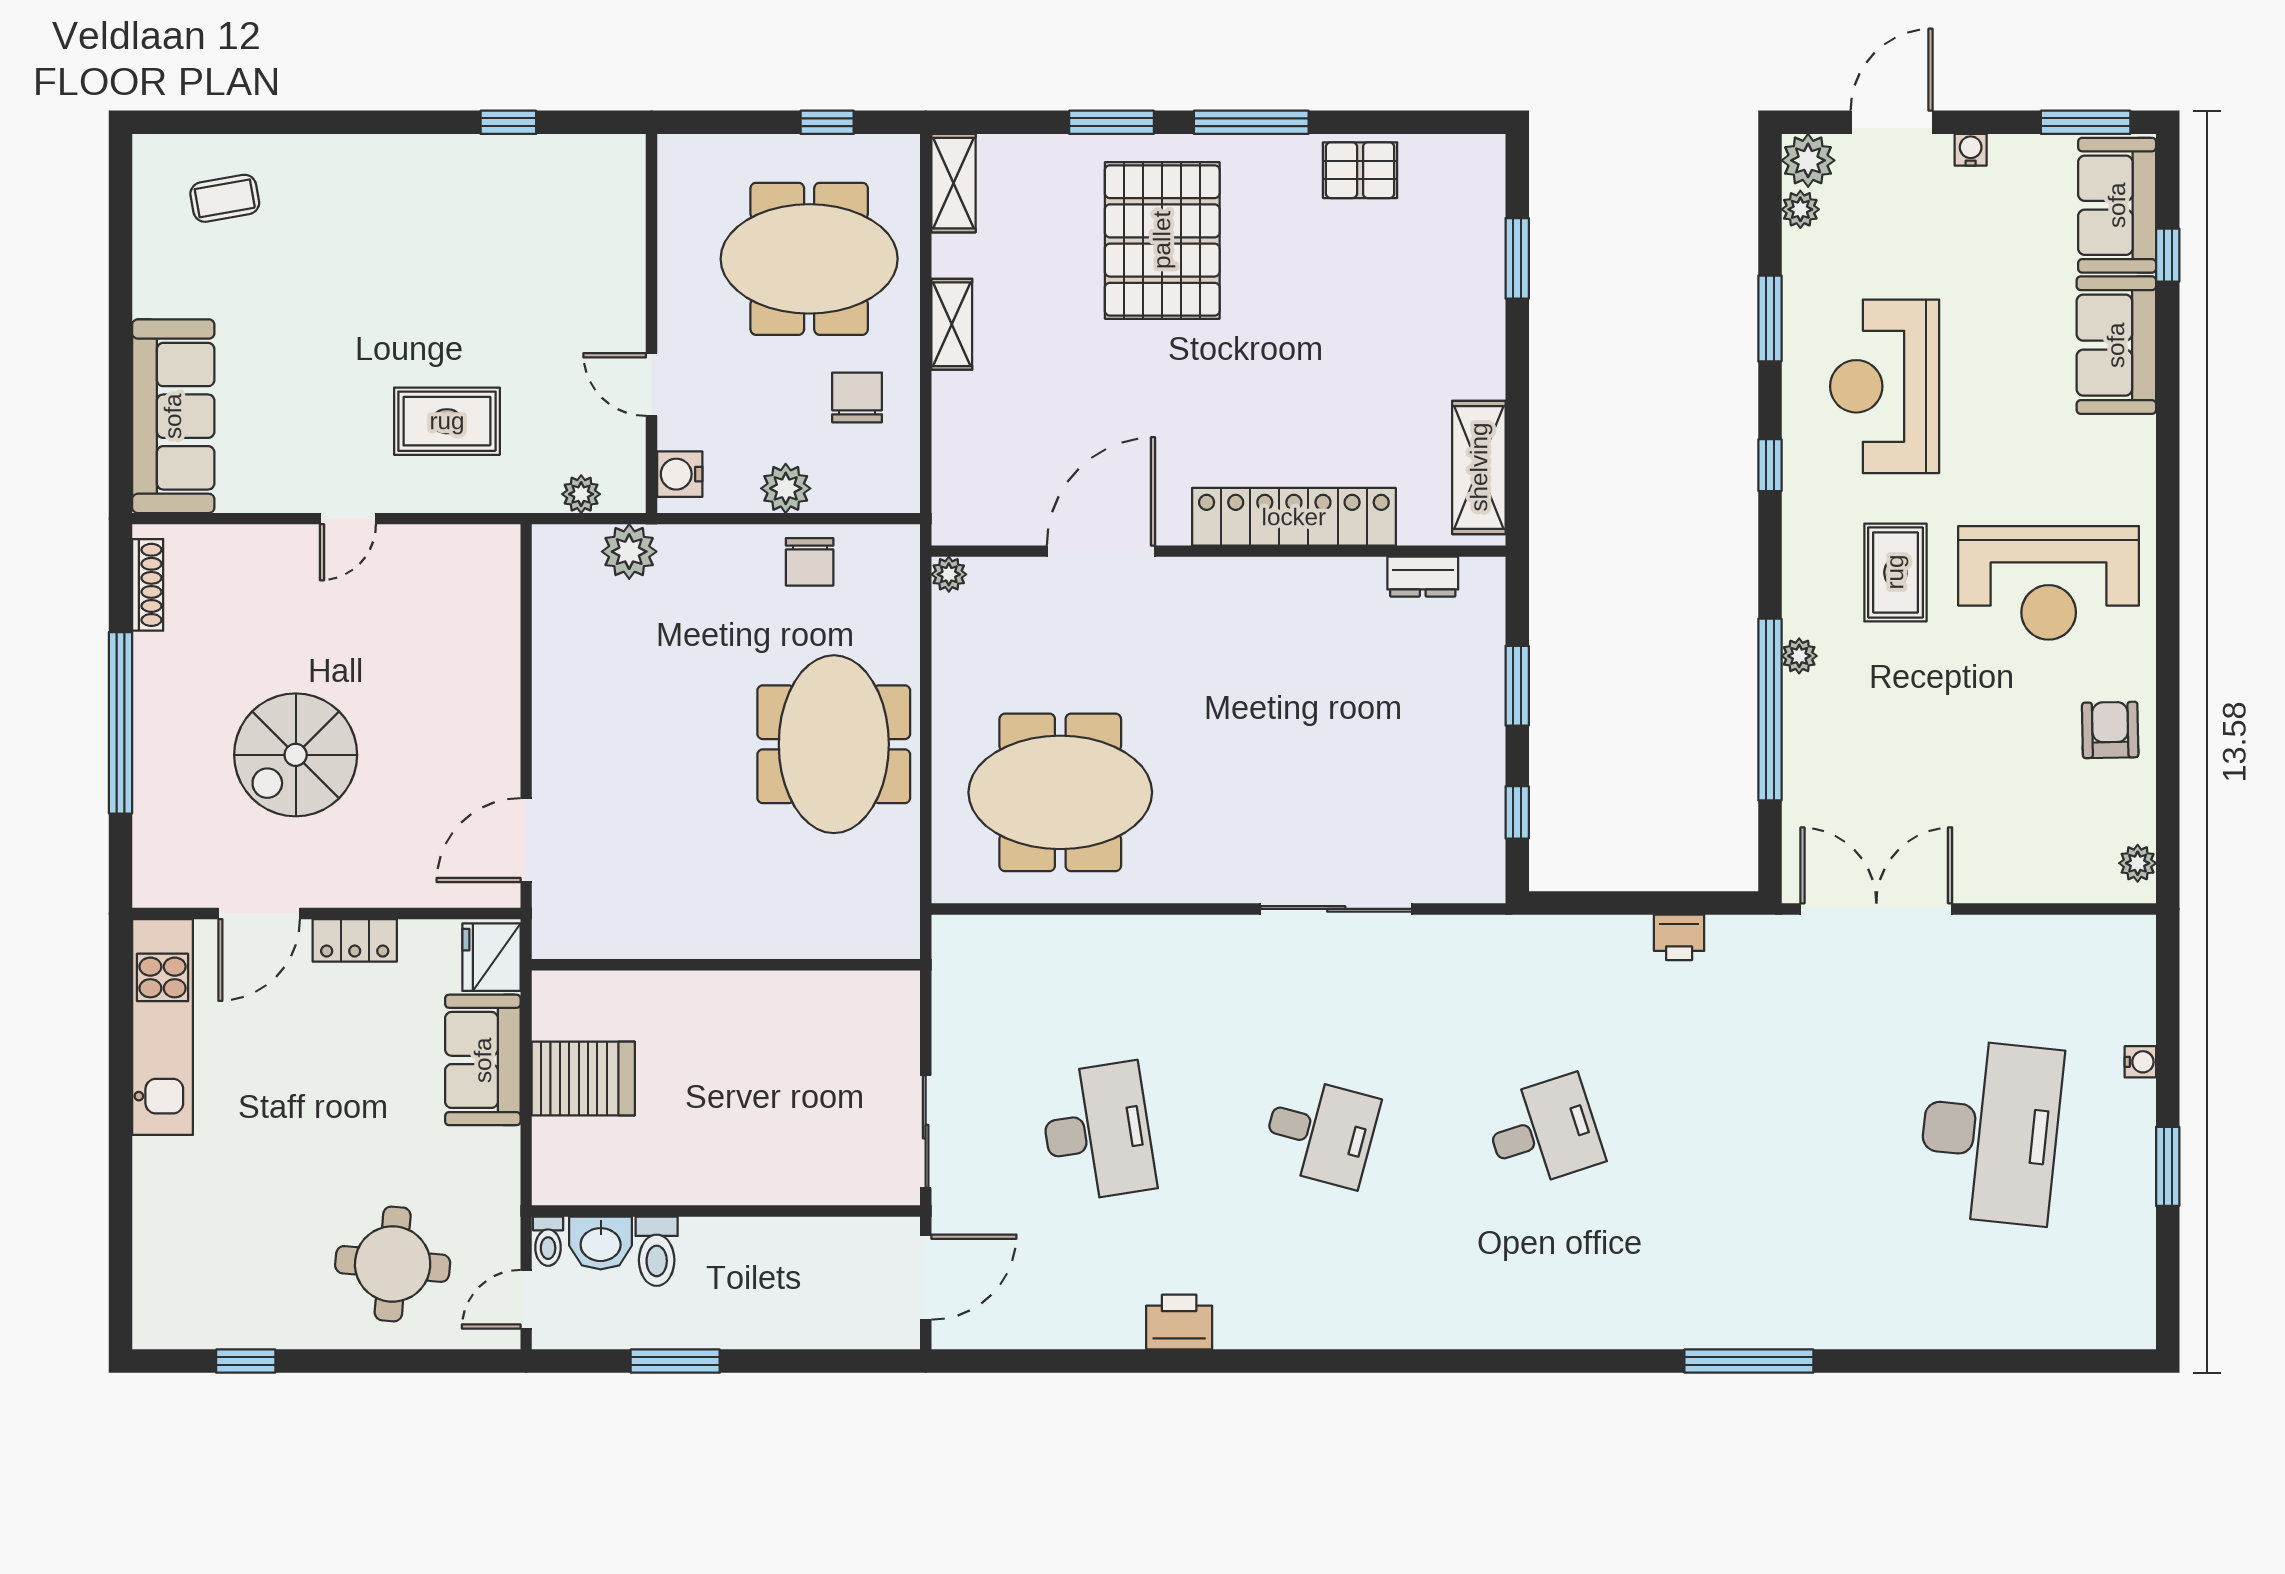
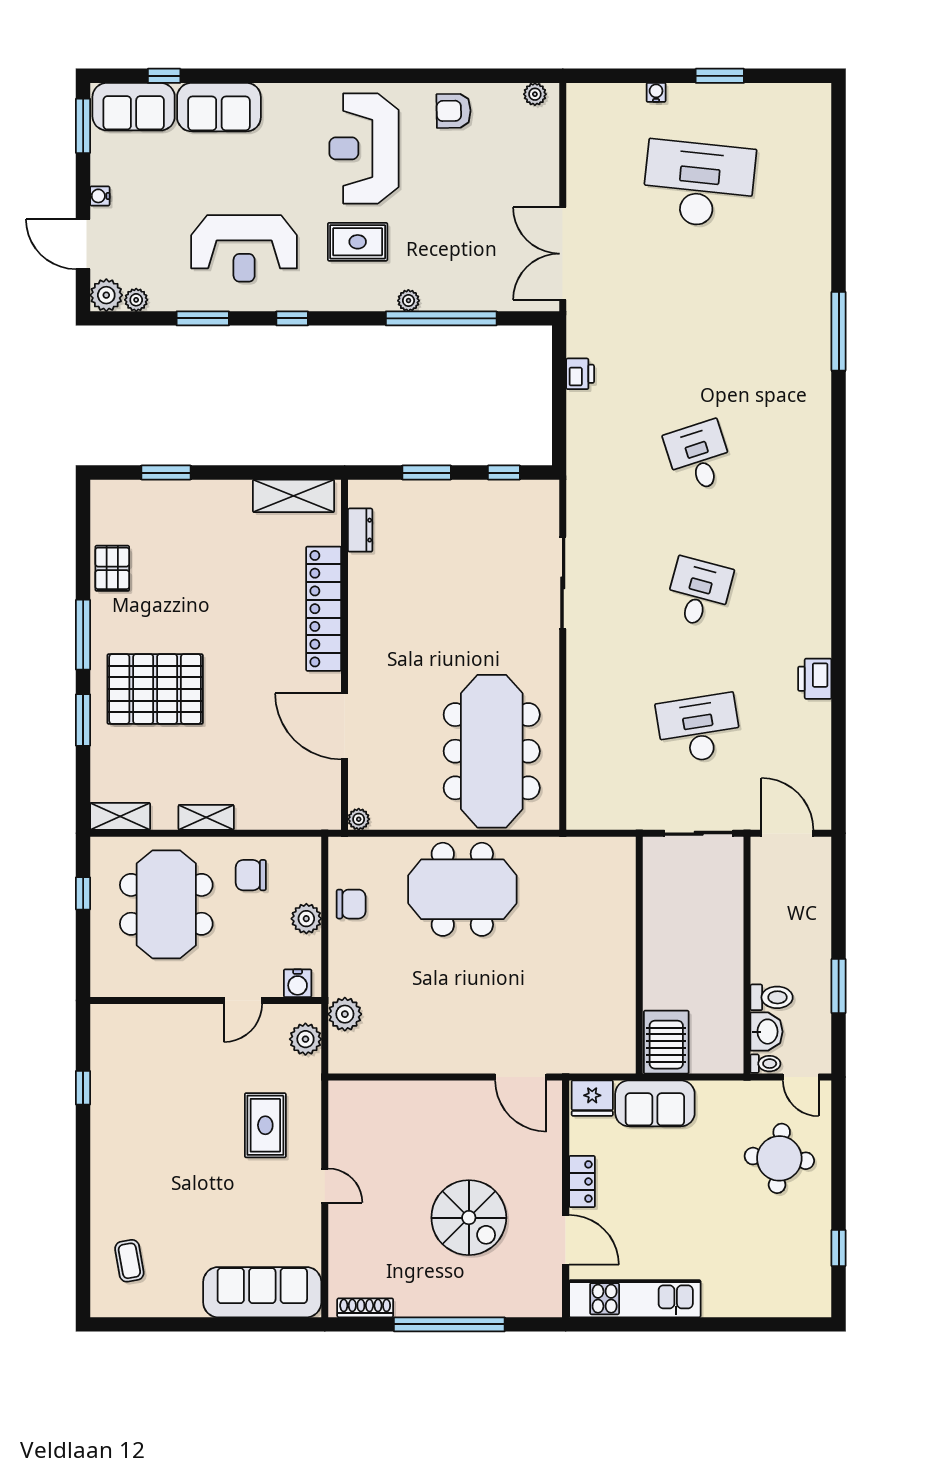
plant: (581, 494) -> (305, 1039), width x1.38, depth x1.38
reception desk: (2049, 583) -> (364, 148), turned 180
meeting table: (1060, 792) -> (492, 751), width x1.36
wall: (726, 965) -> (639, 955), moved

